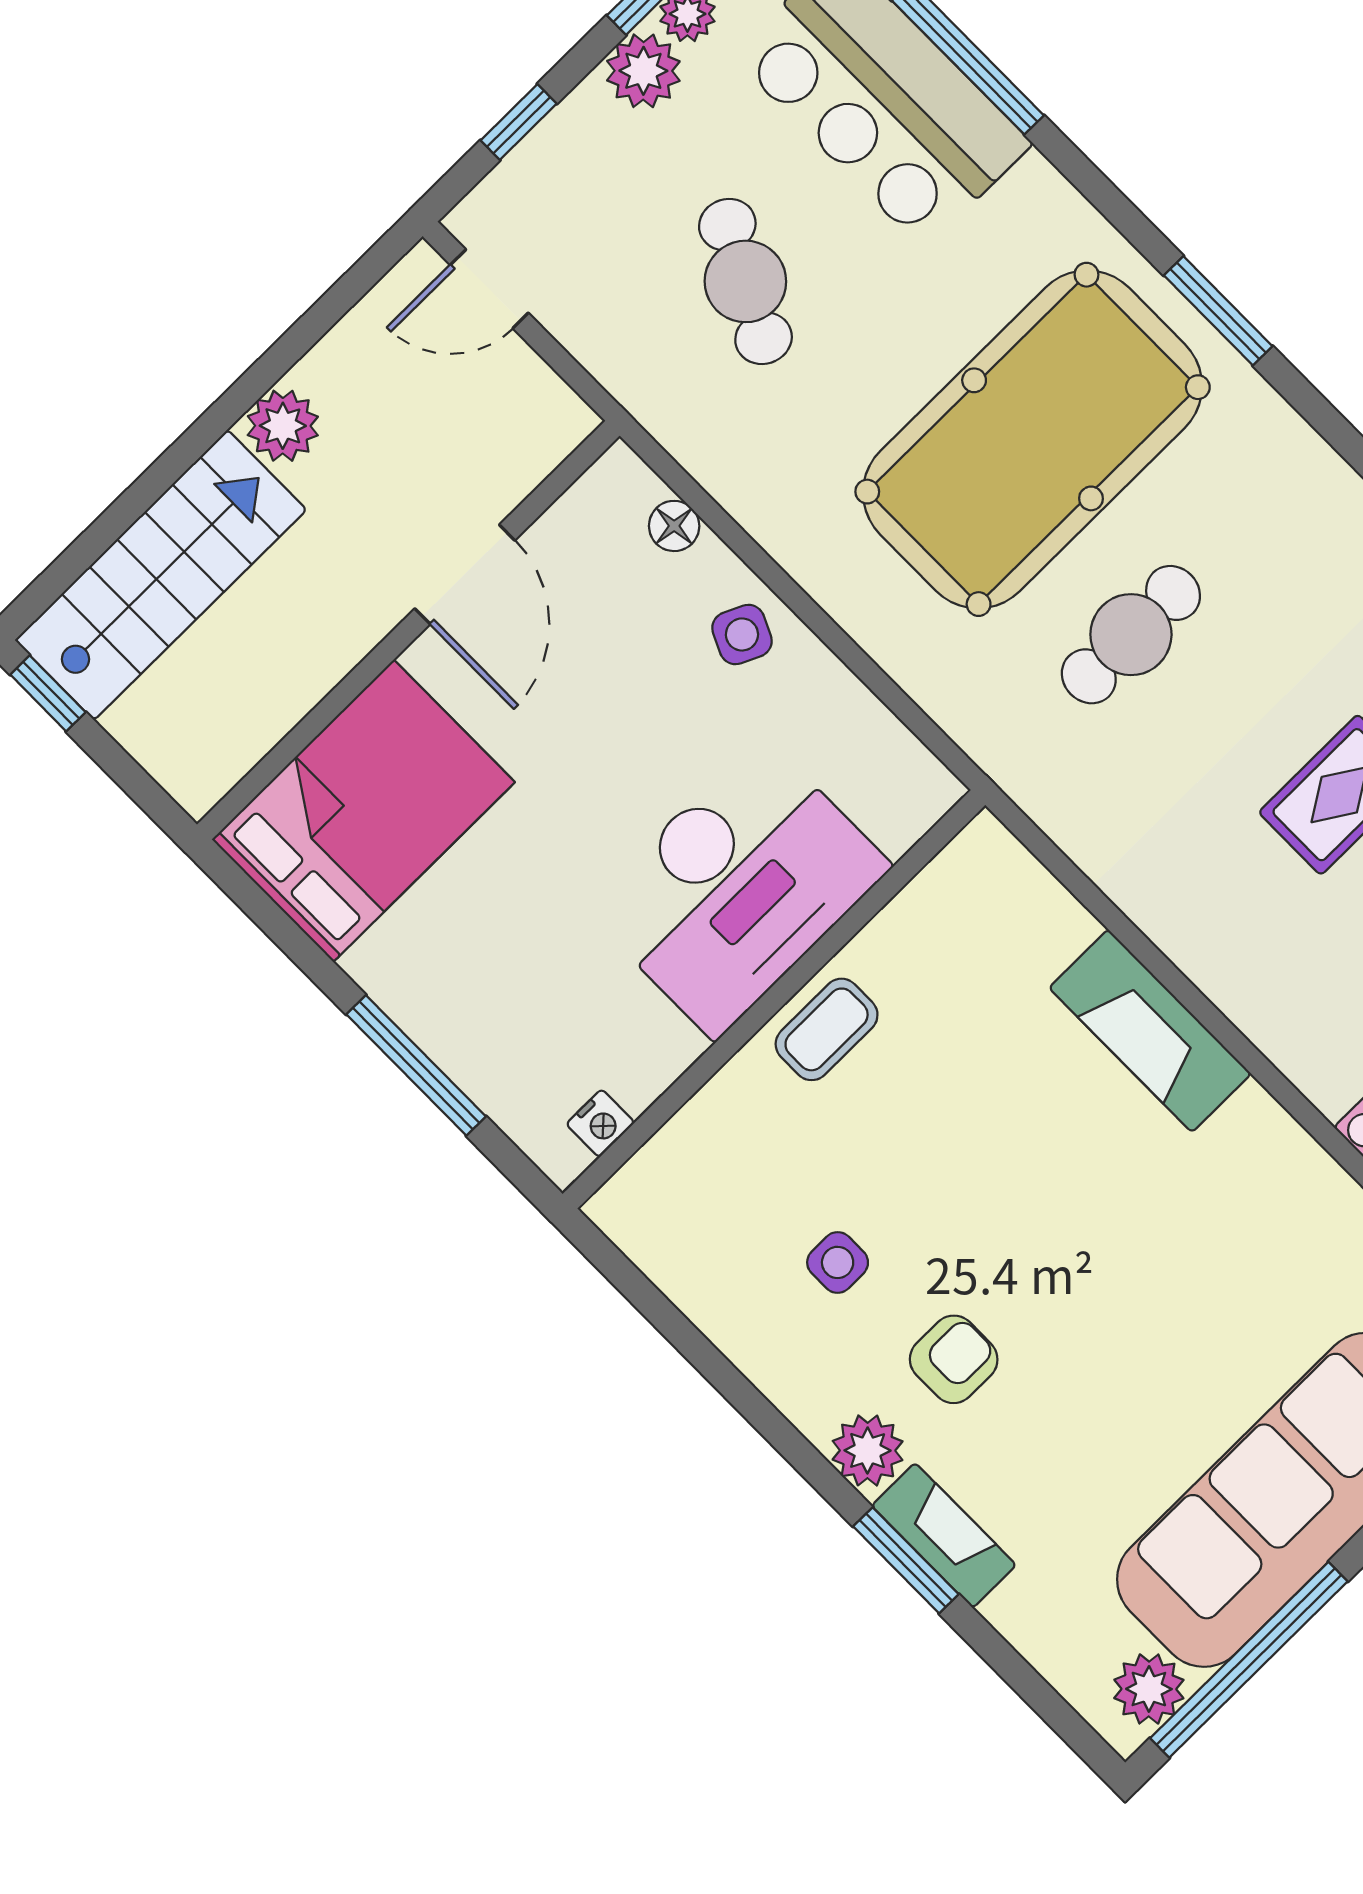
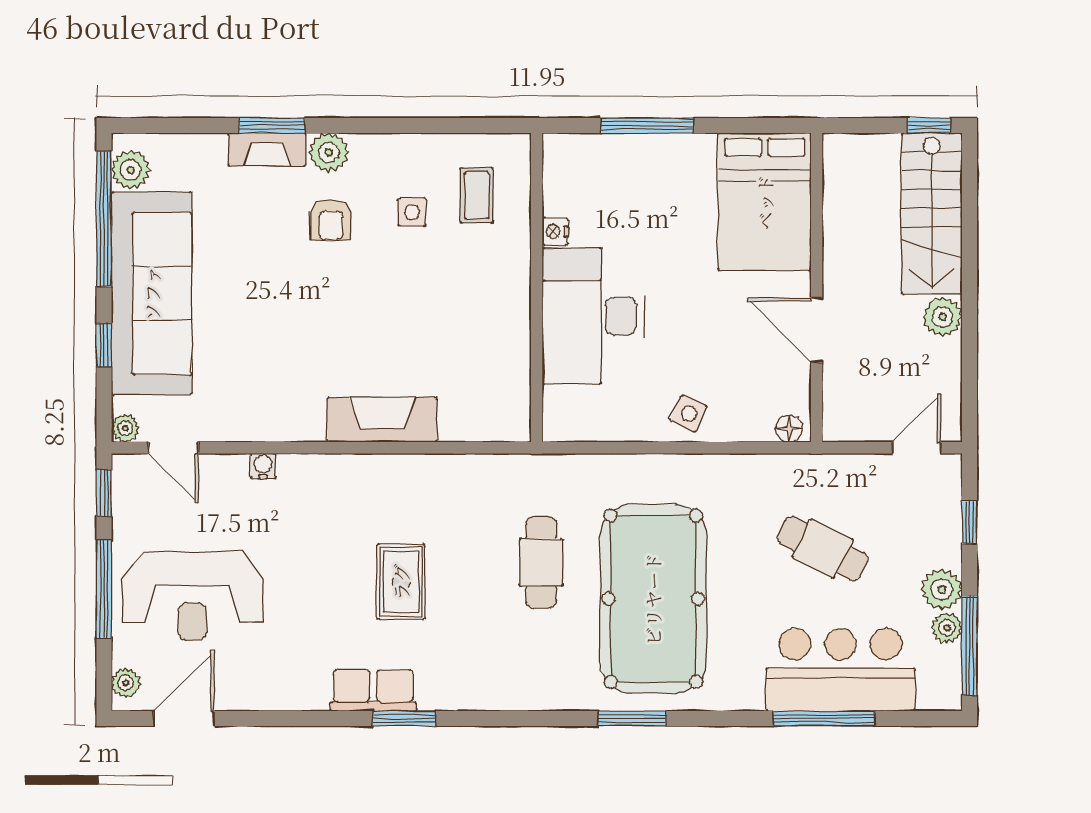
floor lamp: (674, 526) -> (789, 429), moved
coffee table: (827, 1029) -> (477, 195), moved
nightstand: (600, 1123) -> (555, 231), moved

